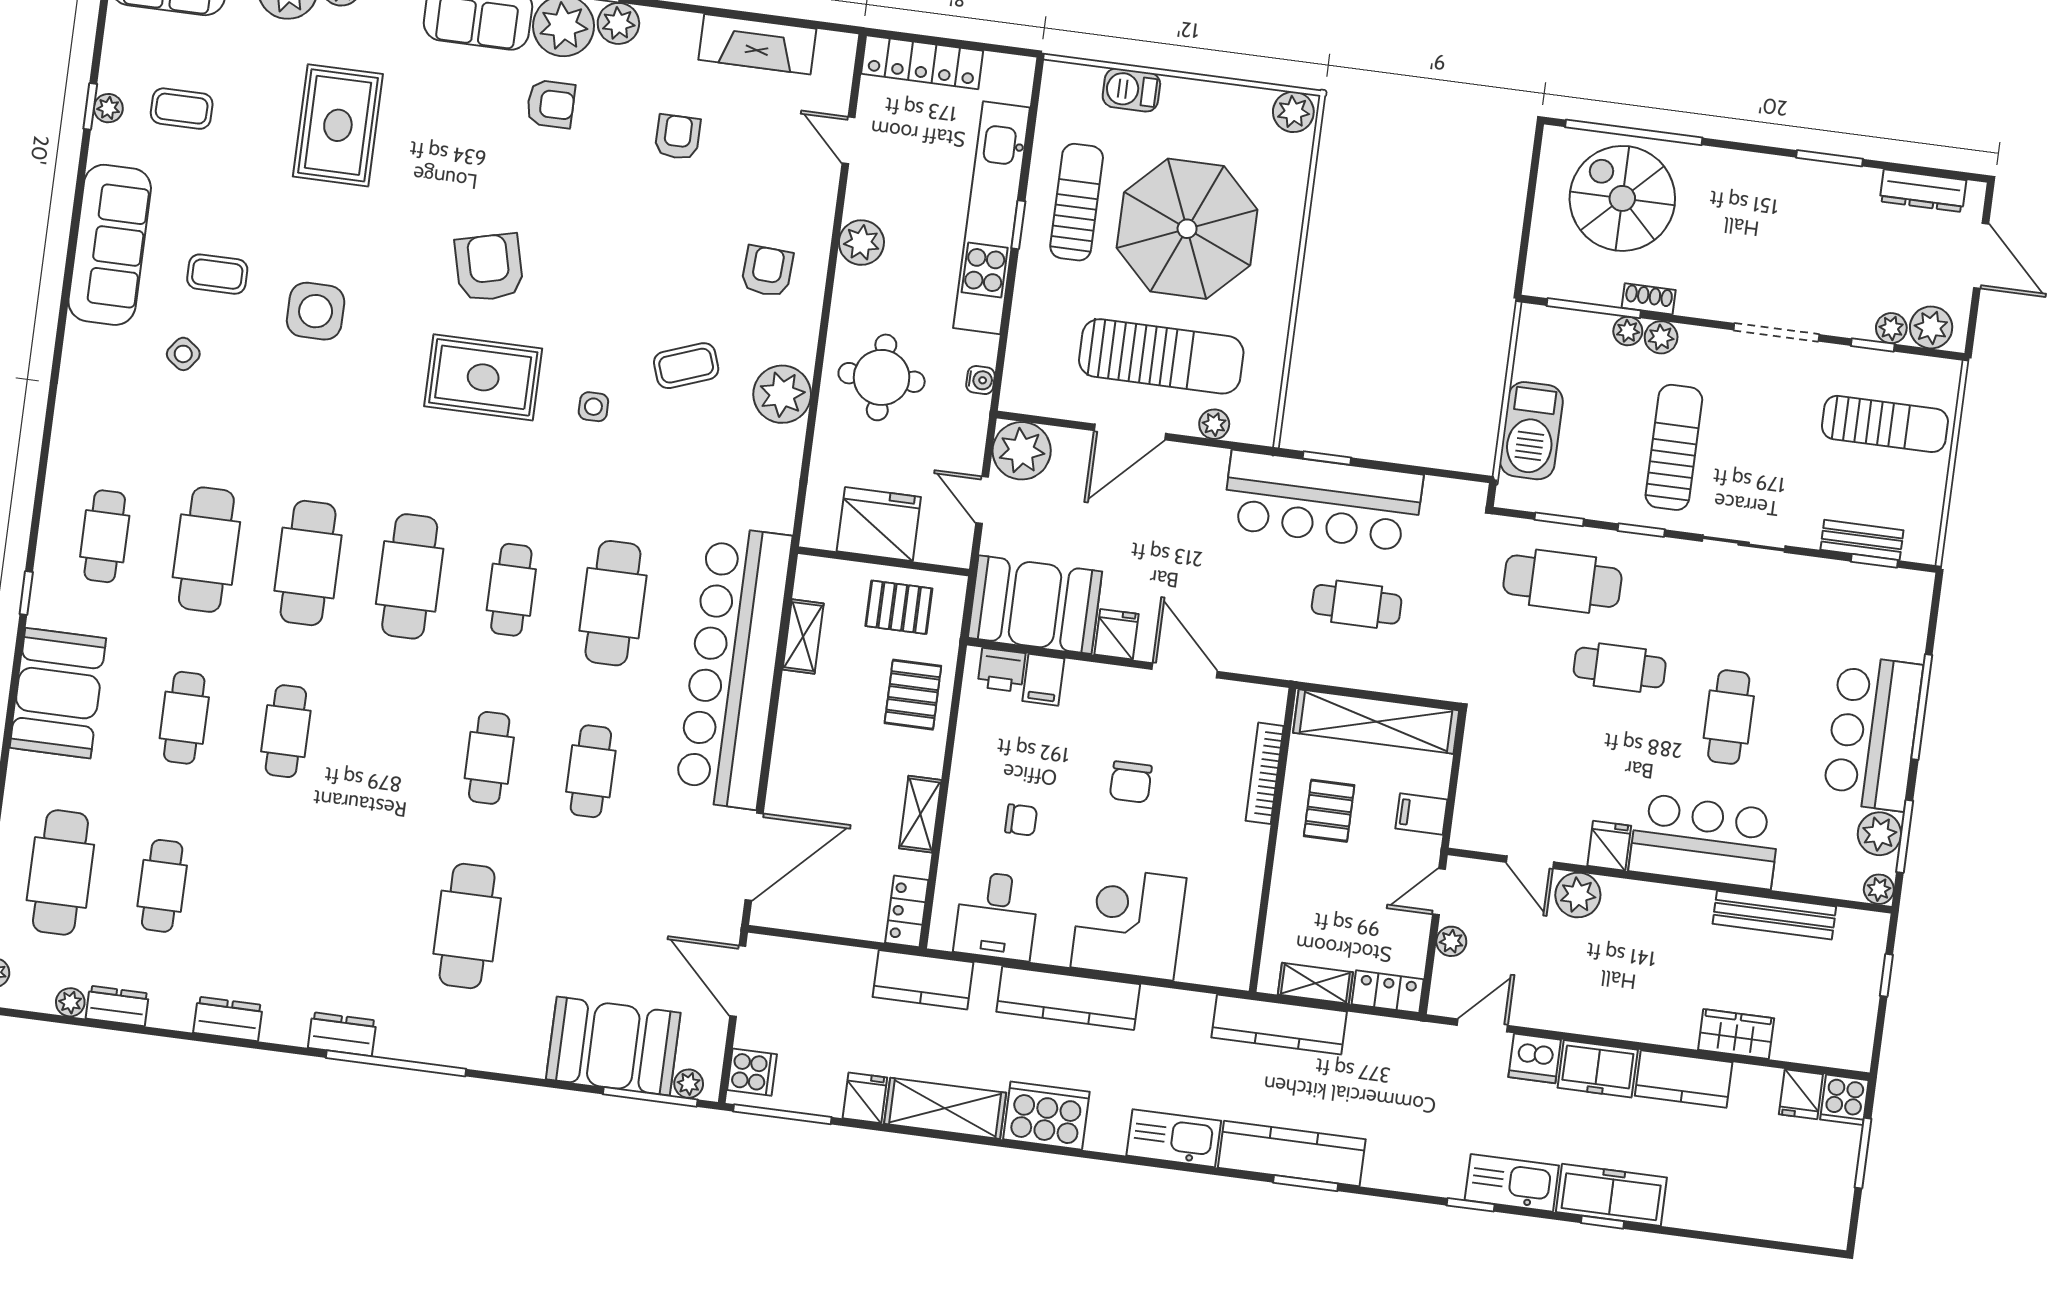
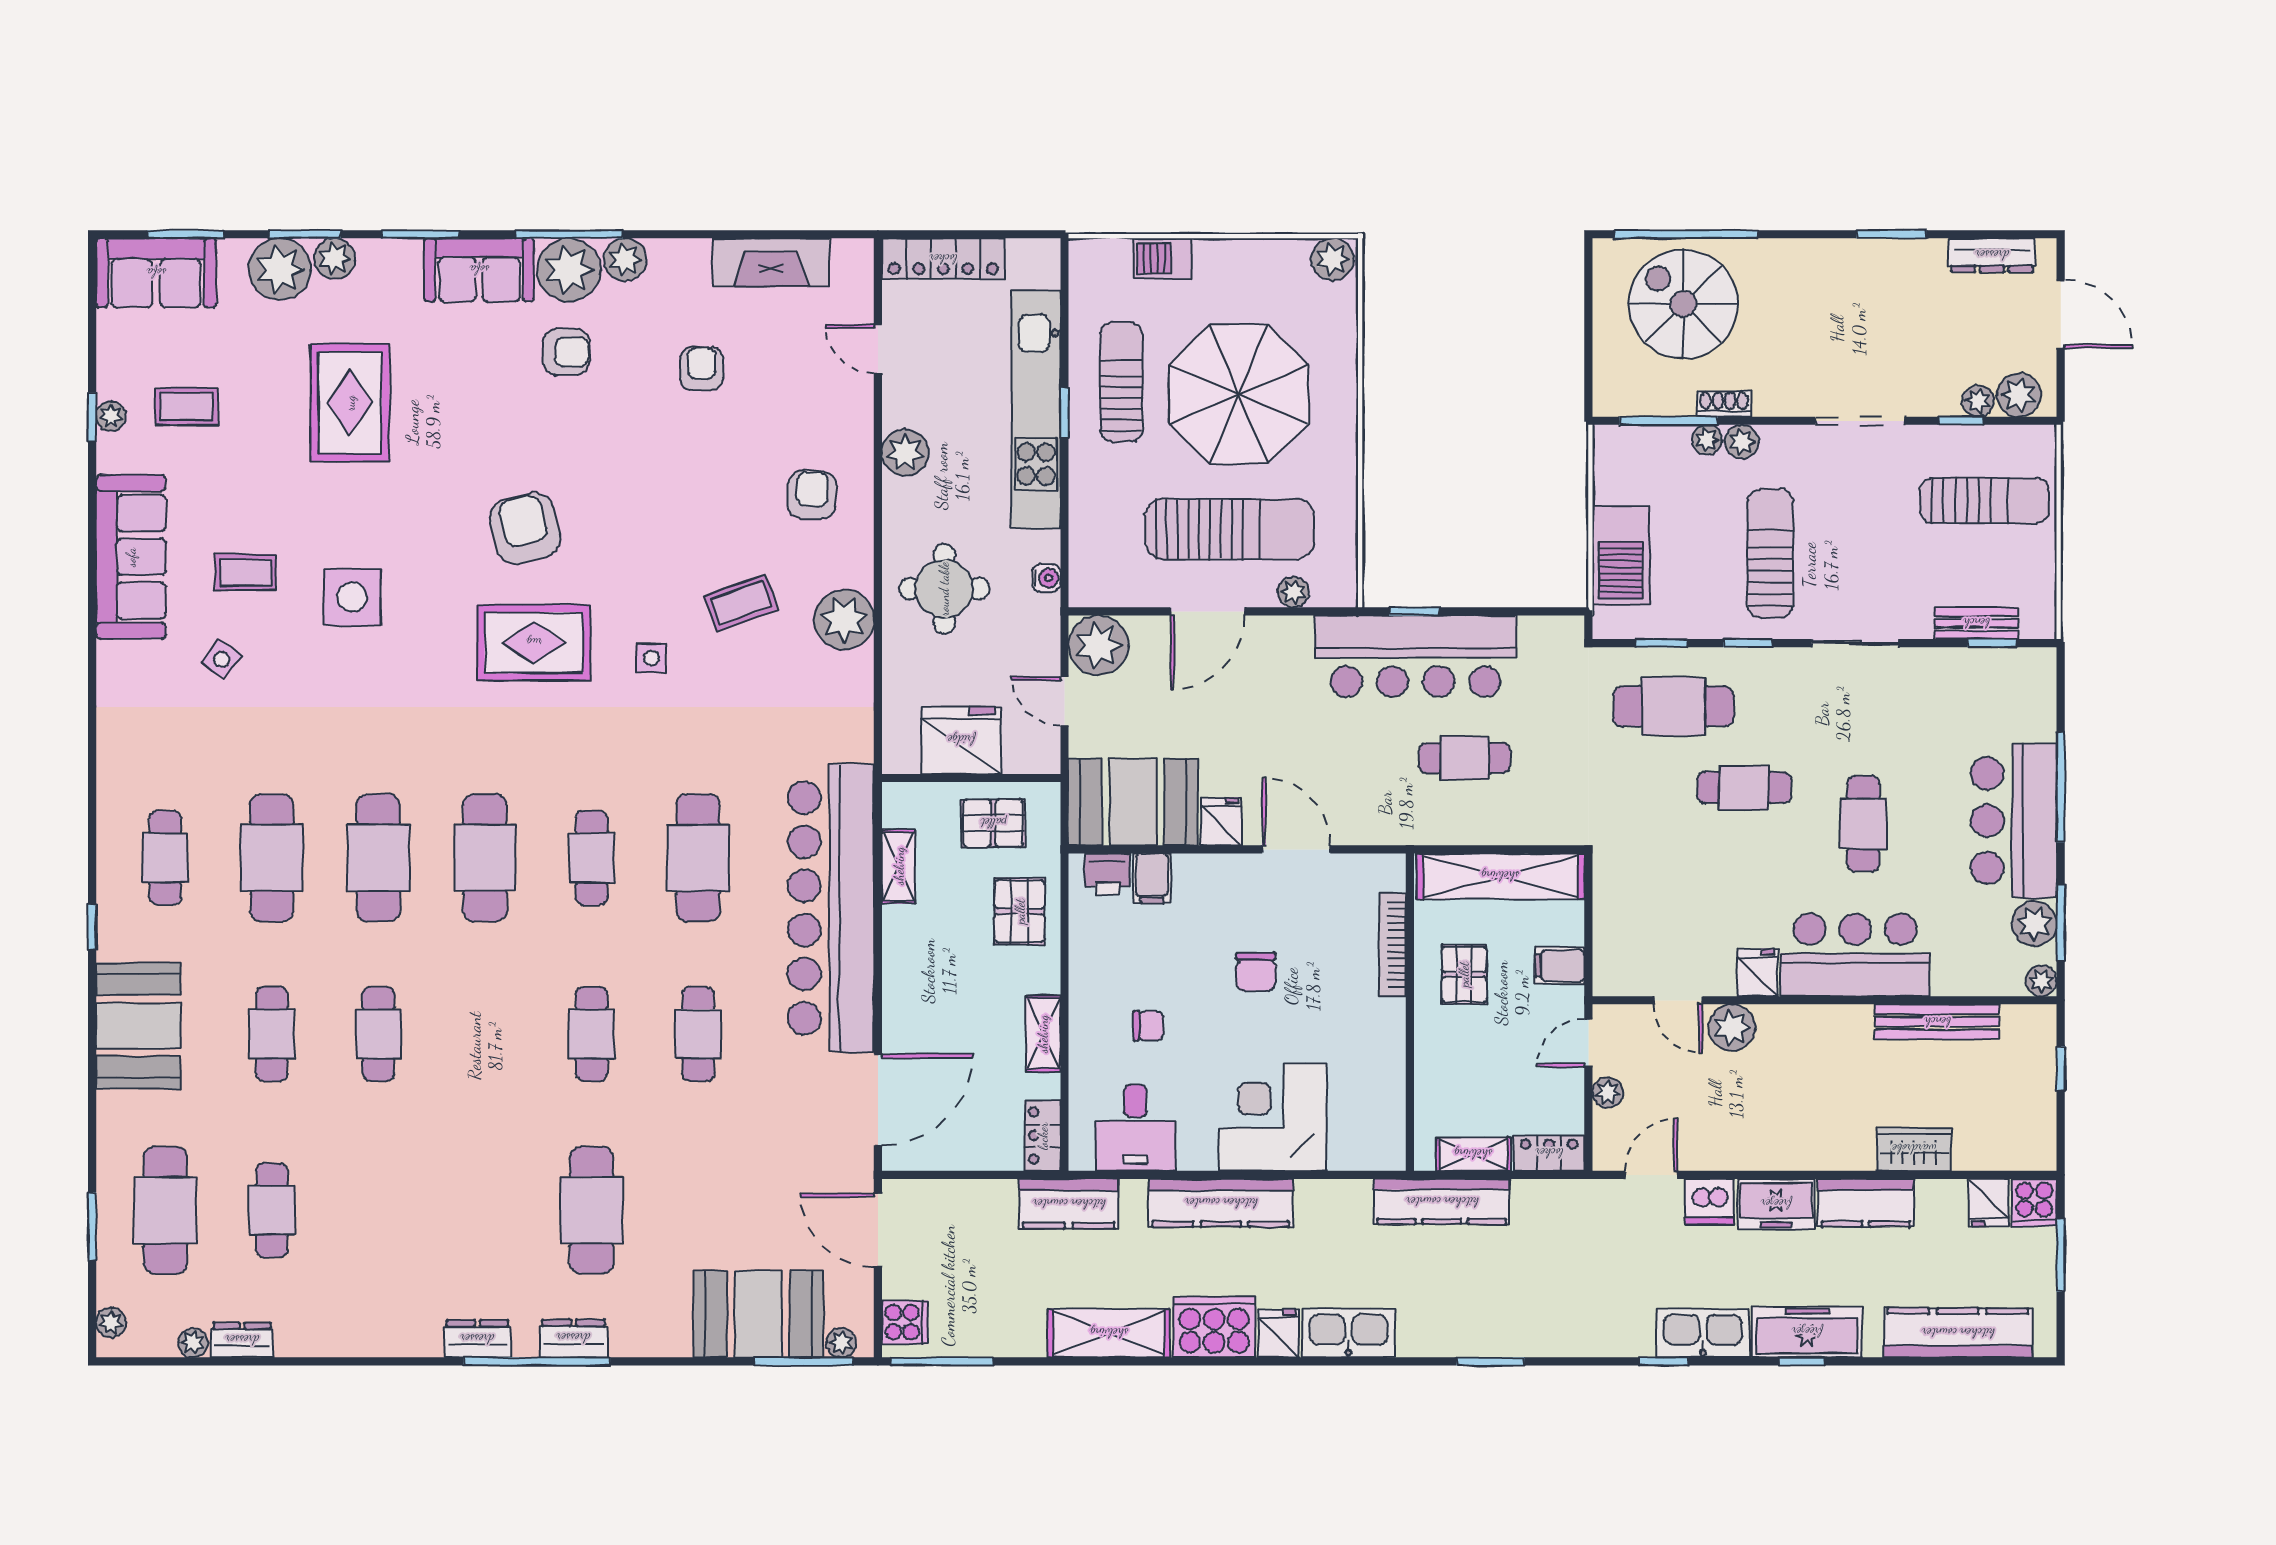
dresser: (228, 1019) -> (573, 1338), moved
fridge: (865, 1098) -> (1279, 1333), moved
kitchen counter: (1292, 1153) -> (1958, 1333), moved

